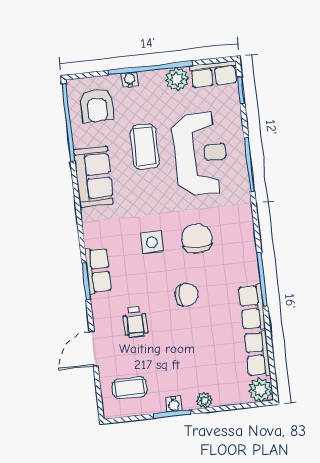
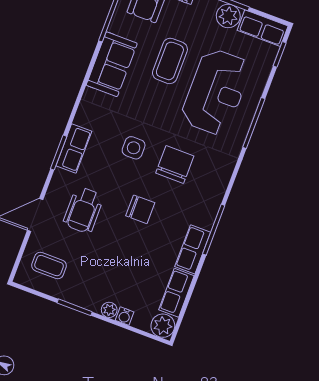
wheelchair: (135, 322) -> (83, 210), width x1.36, depth x1.37
water cooler: (174, 404) -> (125, 316), moved

